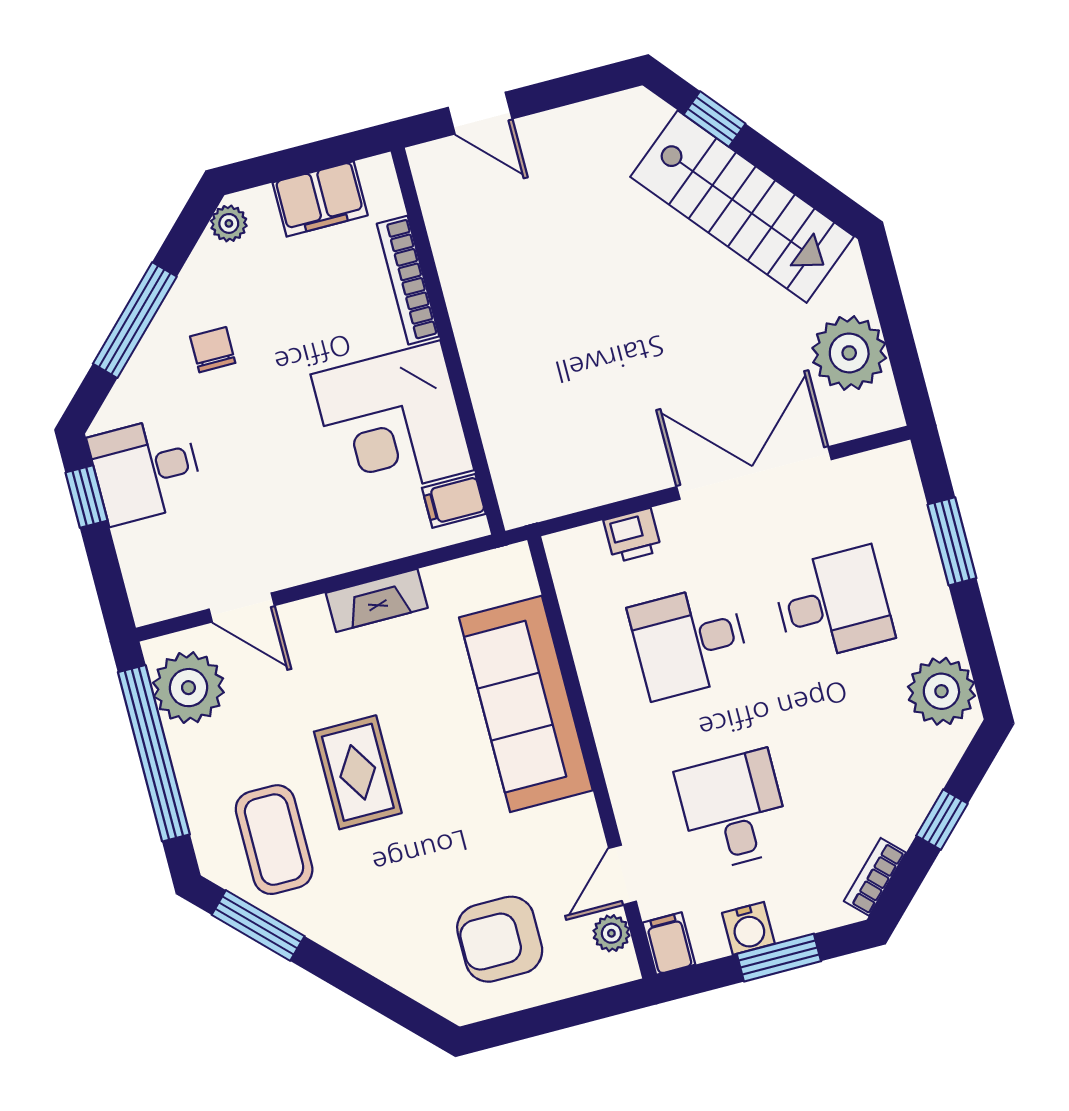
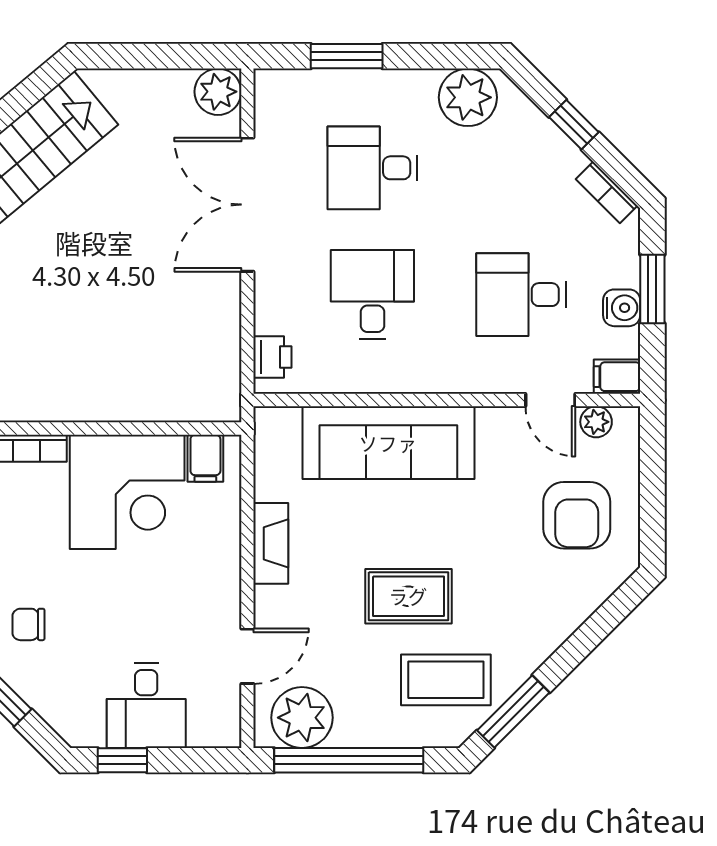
plant: (849, 353) -> (218, 92), moved, width x0.73, depth x0.73
desk: (146, 470) -> (146, 706), moved
printer: (633, 535) -> (272, 357), moved
desk: (833, 604) -> (372, 168), turned -90
desk: (689, 642) -> (372, 295), turned 180

